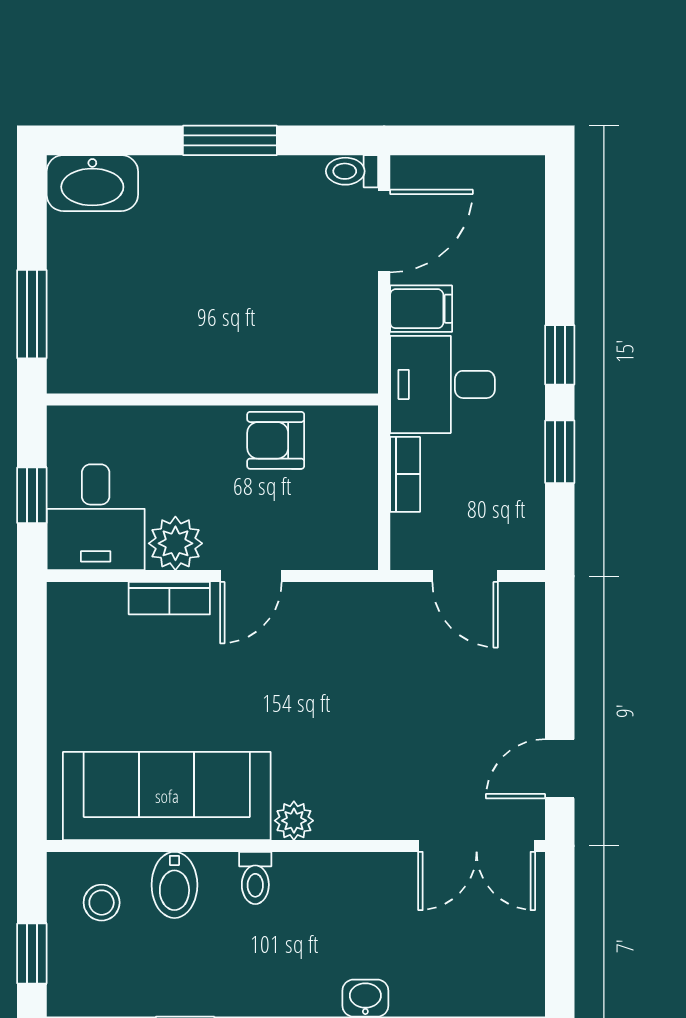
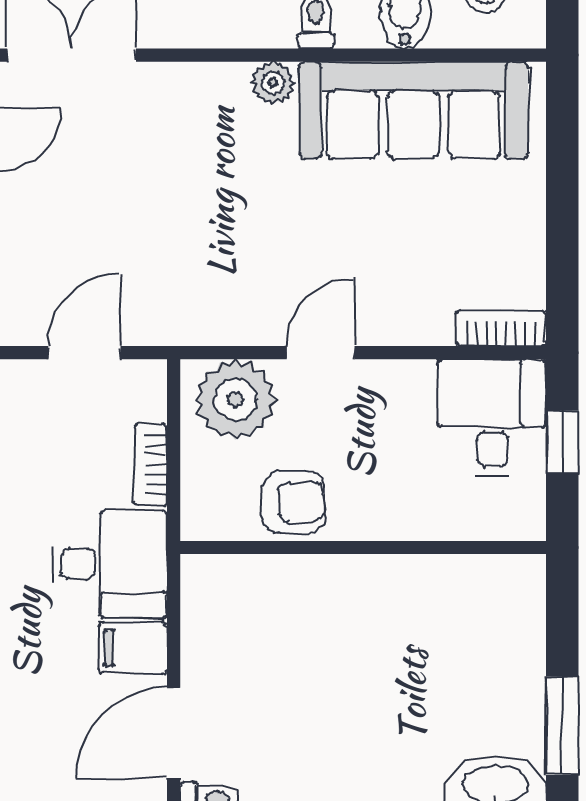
window: (32, 314) -> (562, 726), moved
plant: (175, 543) -> (235, 400), moved, width x1.36, depth x1.36
door: (465, 576) -> (84, 353), hinge flipped
bookcase: (169, 598) -> (501, 328), moved

